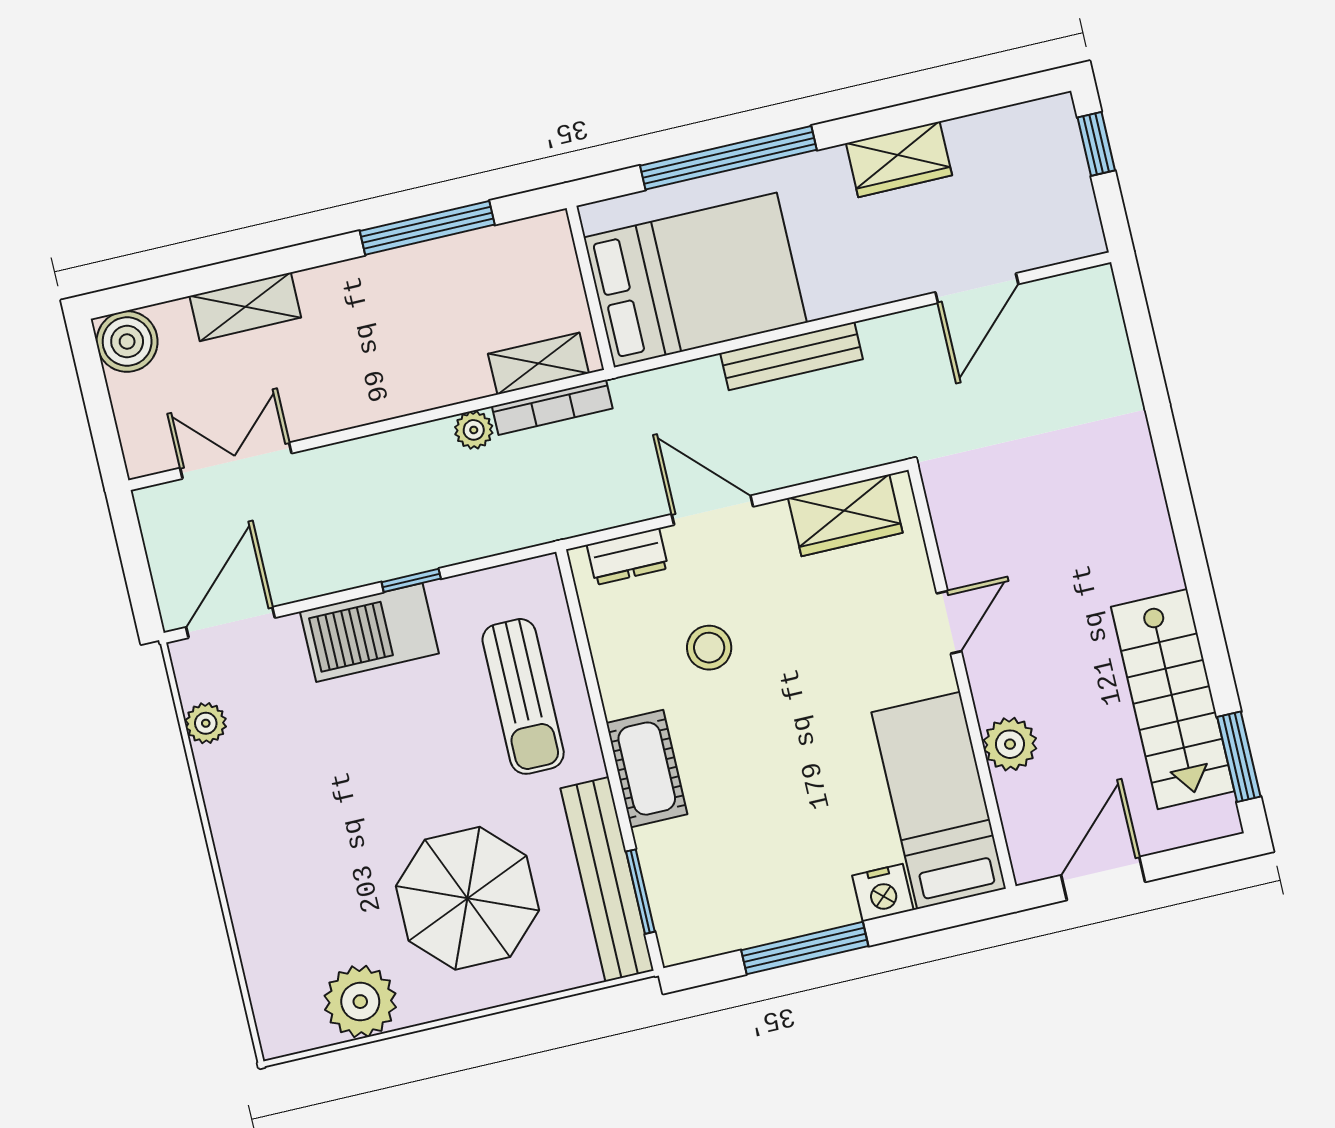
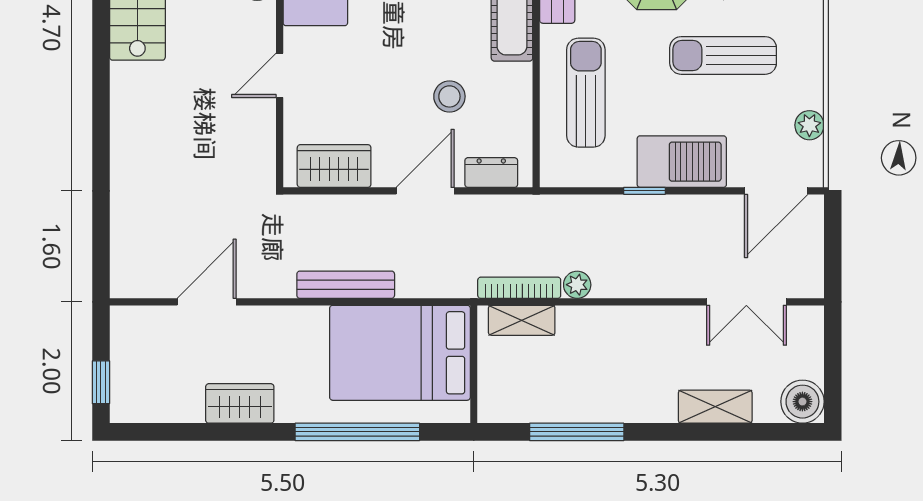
door: (712, 510) -> (425, 191), swing flipped
sun lounger: (347, 791) -> (723, 55), added

